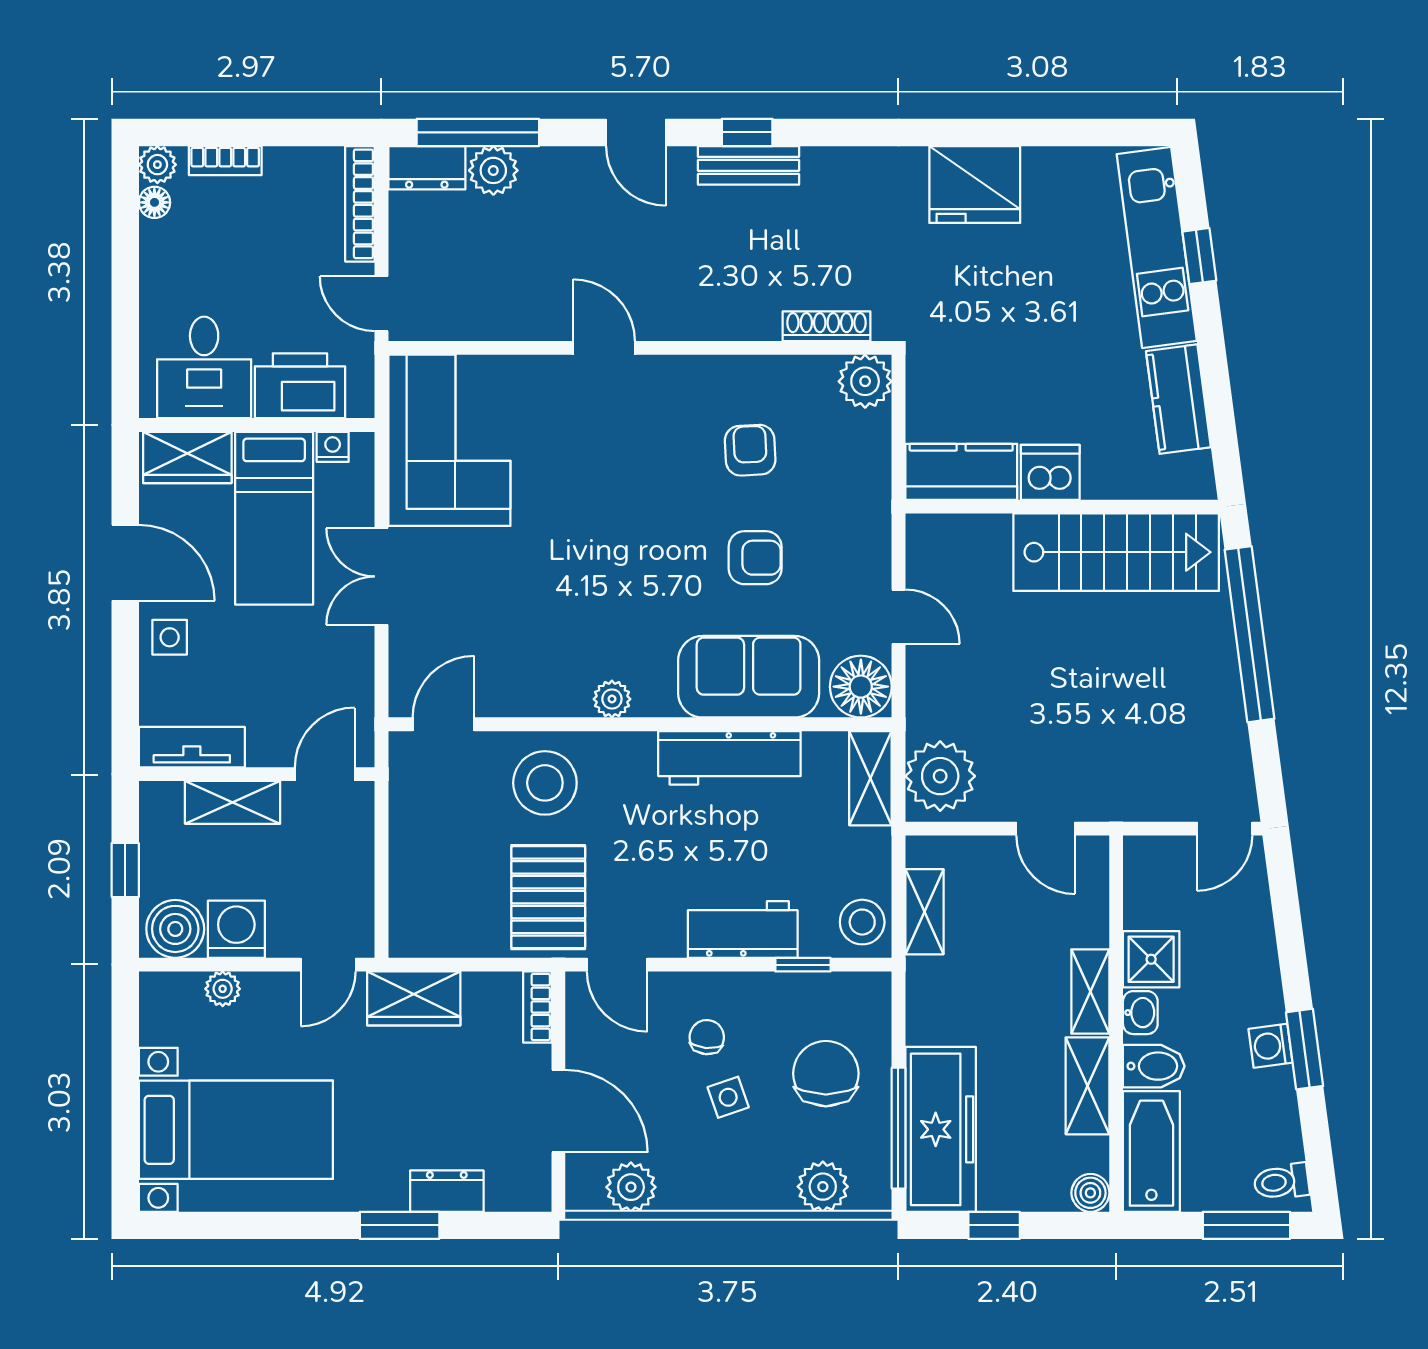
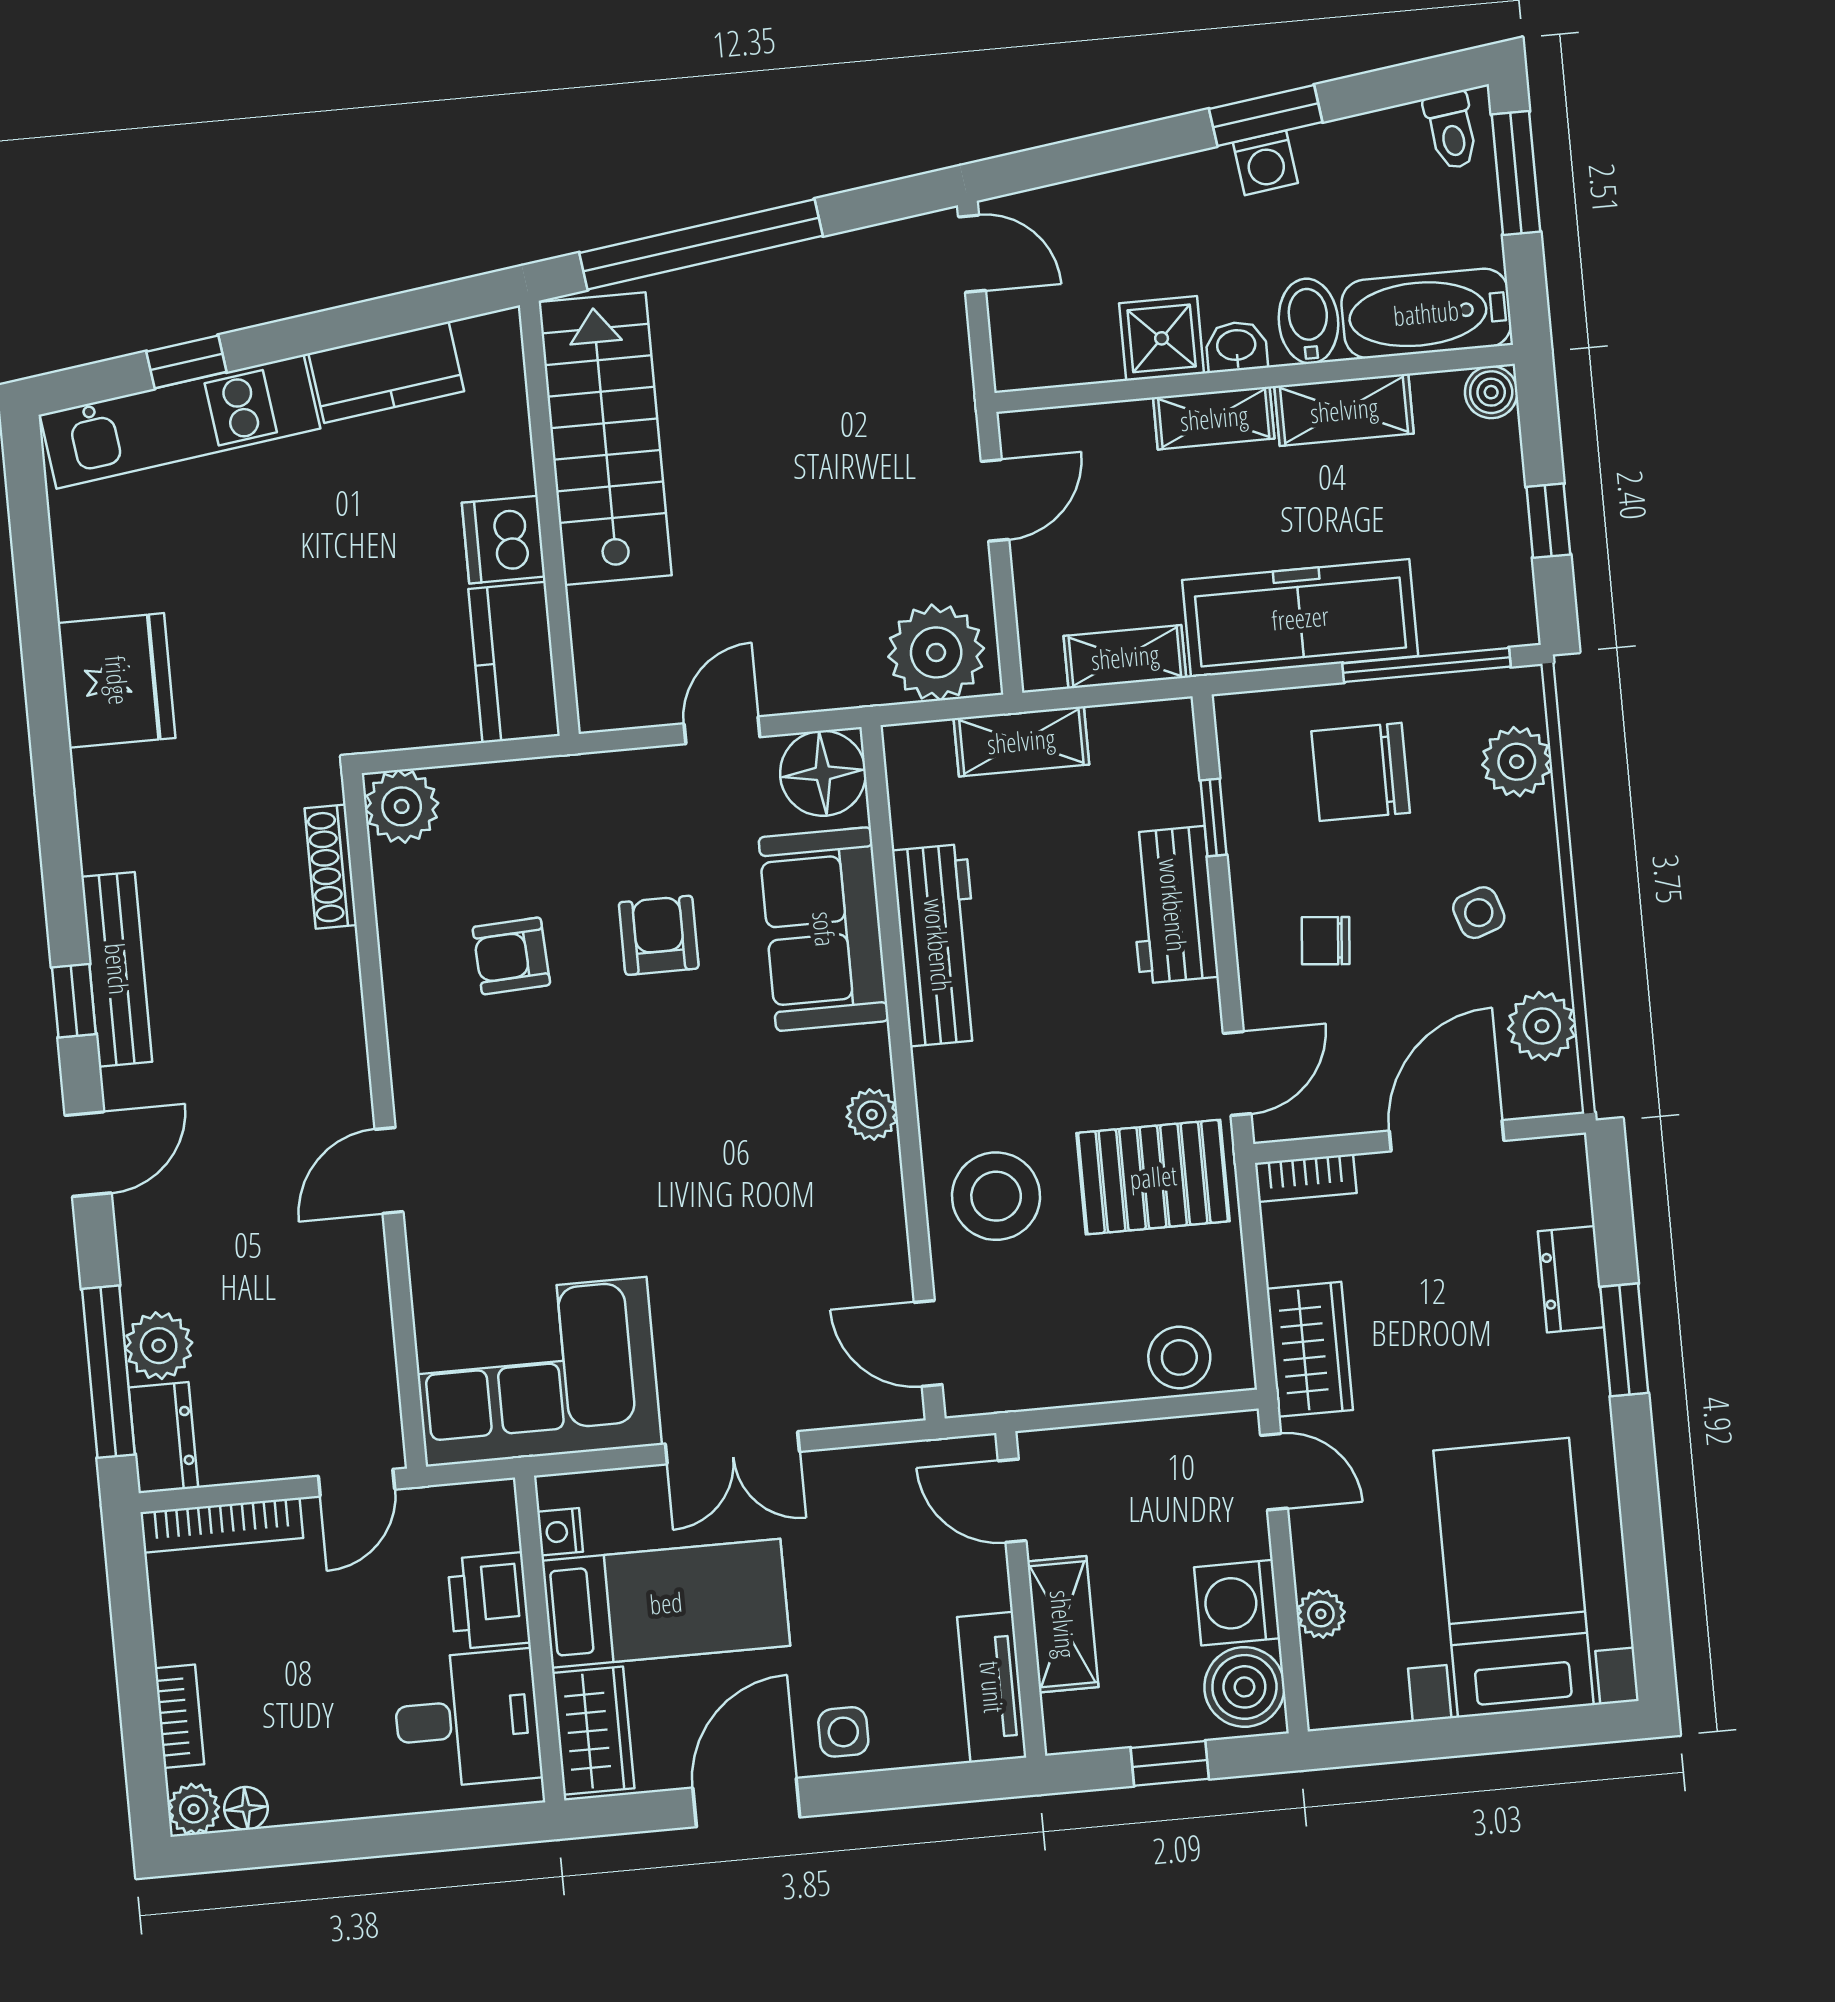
bench: (749, 165) -> (117, 969), width x1.36
printer: (300, 386) -> (489, 1601), width x0.73, depth x0.84
shelving: (870, 778) -> (1021, 741), moved
stool: (862, 922) -> (1179, 1357), moved
side table: (728, 1097) -> (1479, 913), moved
freezer: (941, 1129) -> (1300, 618), moved

